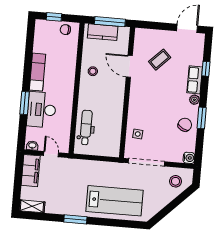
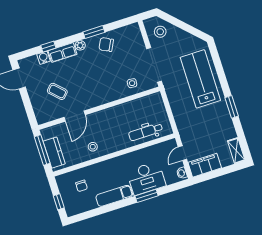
chair: (65, 30) -> (81, 186), moved
water cooler: (189, 158) -> (44, 58), moved

